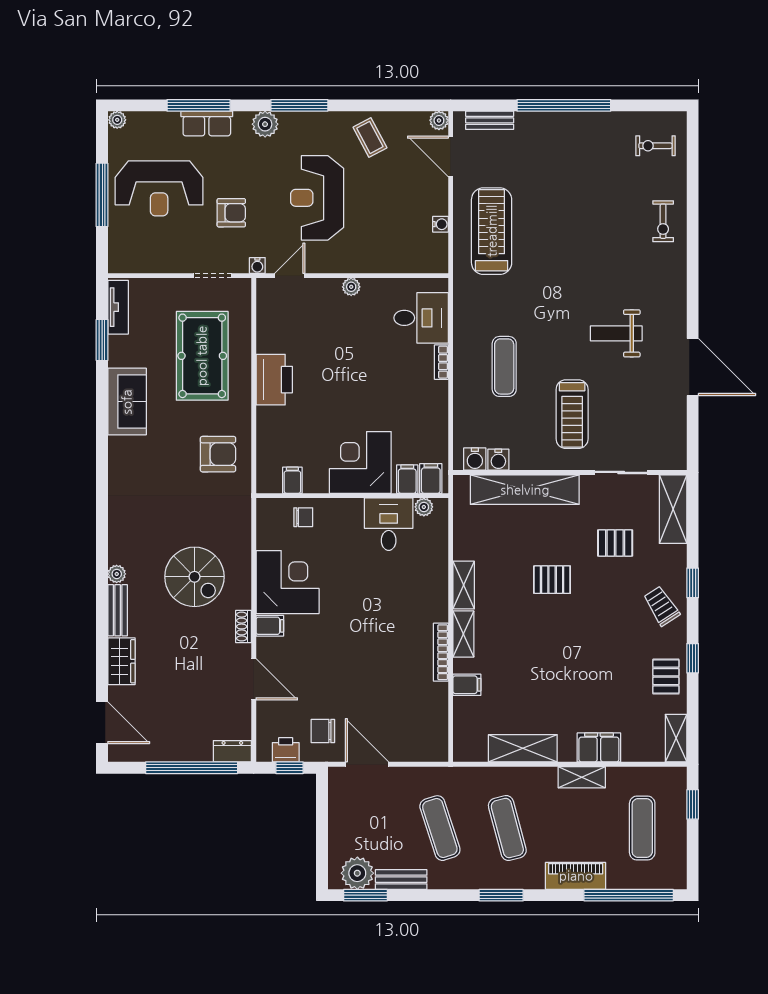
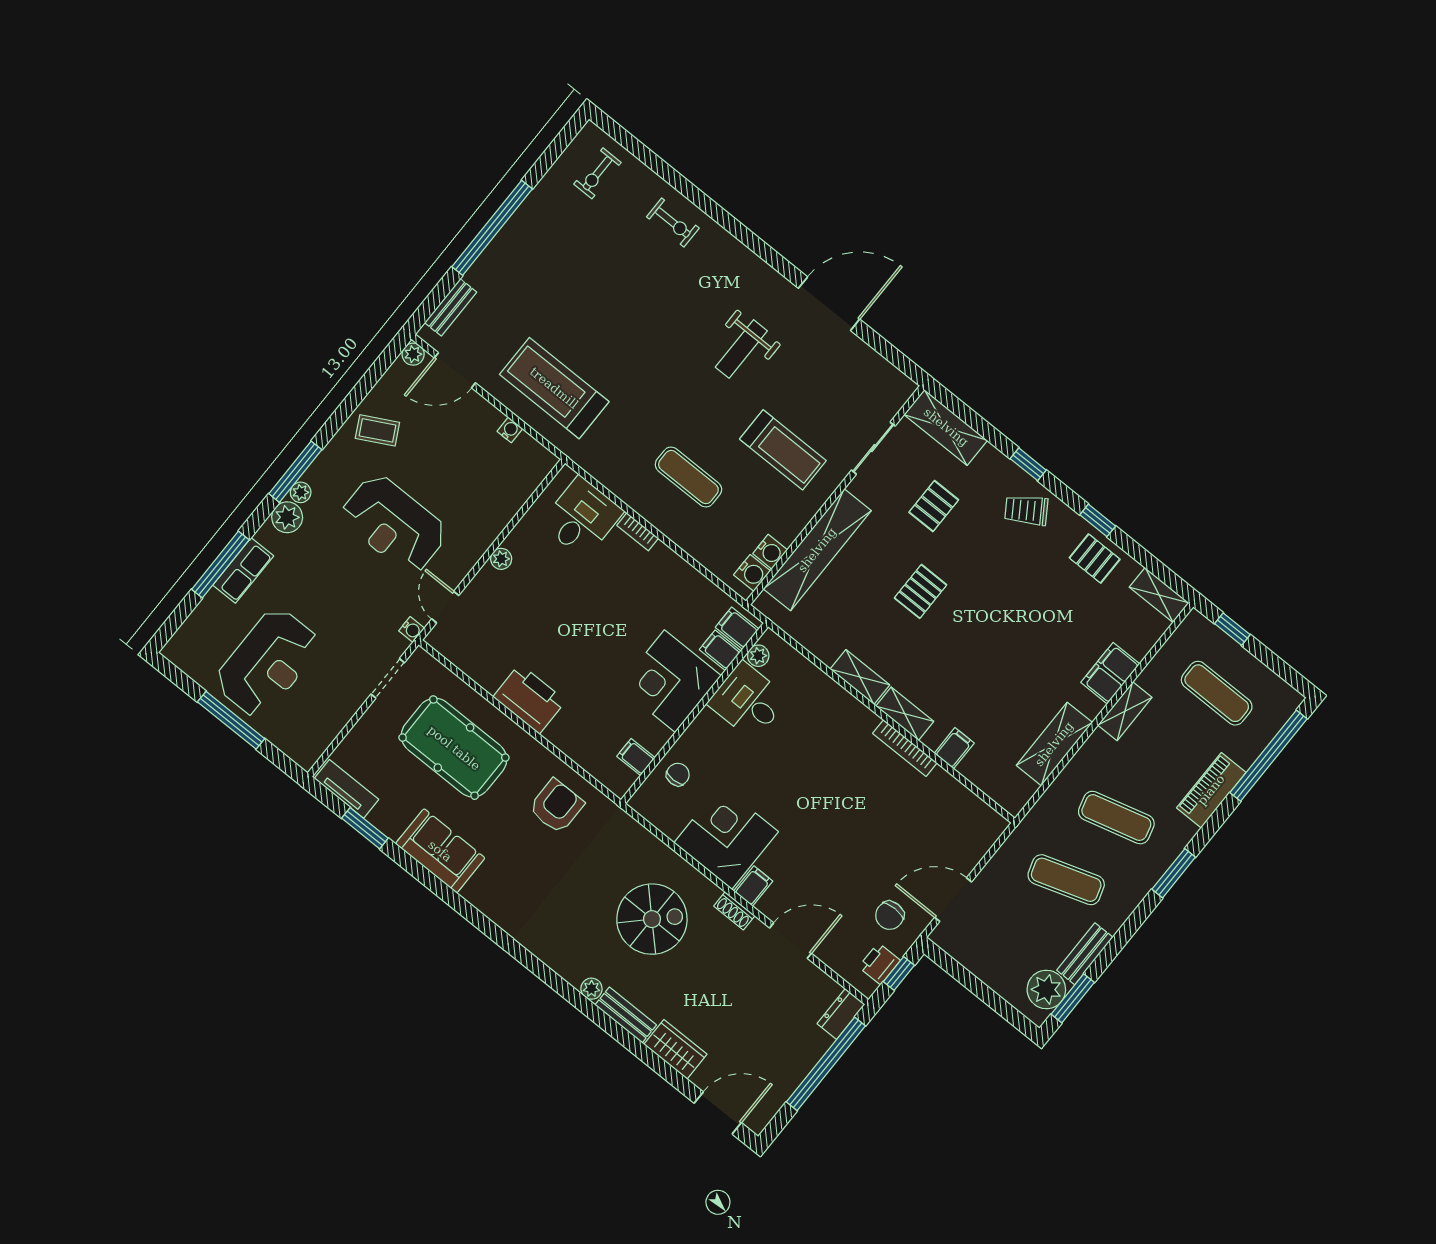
plant: (117, 120) -> (301, 492), moved
armchair: (231, 213) -> (344, 614), removed

